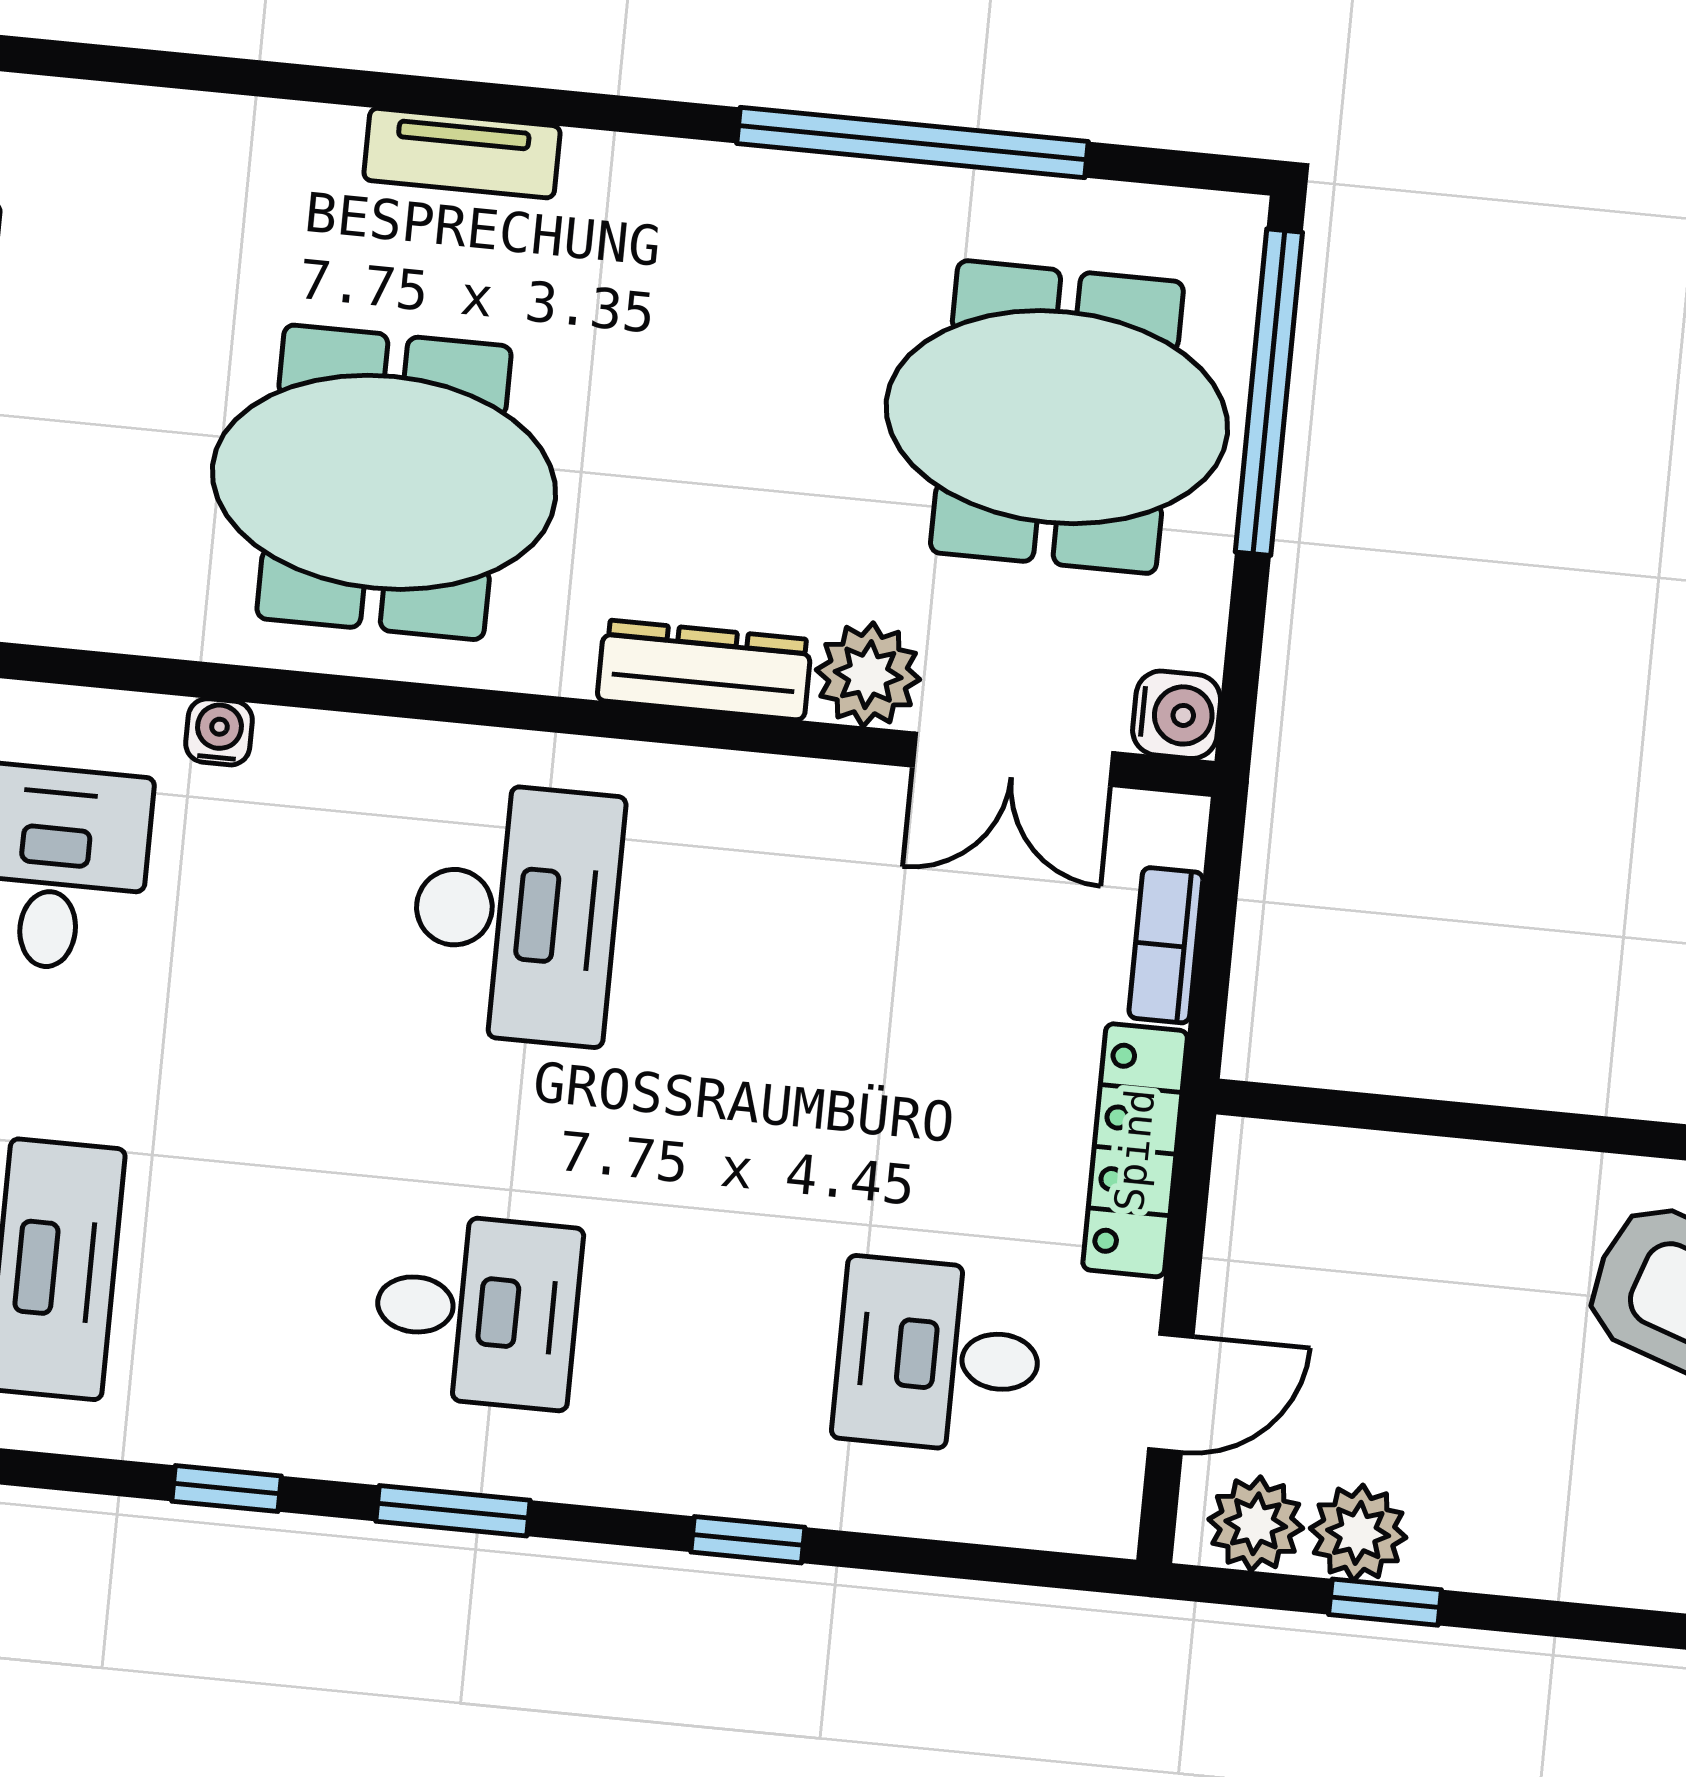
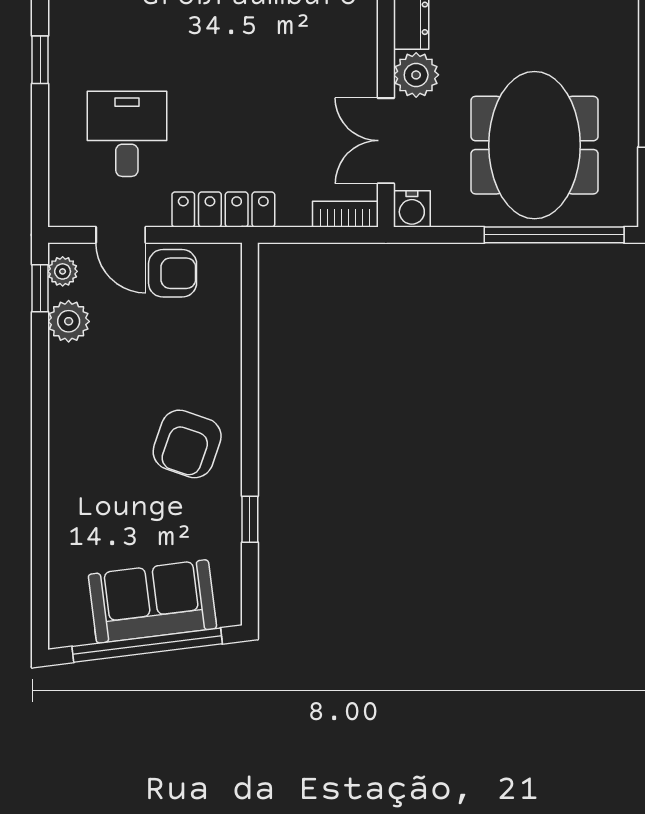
bookcase: (1166, 945) -> (345, 214), moved
armchair: (1271, 1282) -> (173, 273), added
plant: (1256, 1524) -> (63, 271), width x0.73, depth x0.73
window: (1385, 1602) -> (40, 288), moved

